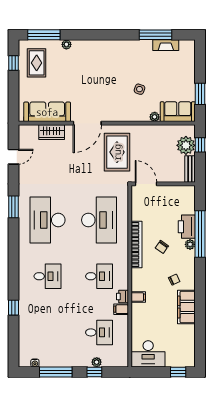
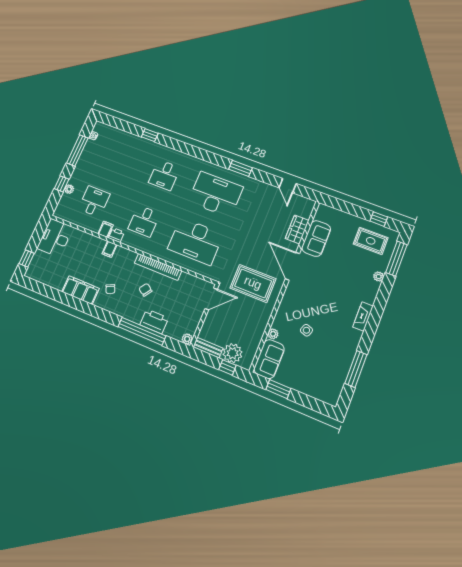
fireplace: (166, 45) -> (363, 316), moved
sofa: (47, 112) -> (316, 238), width x0.73
plant: (190, 244) -> (187, 339), moved
desk: (99, 332) -> (94, 201), turned 180

